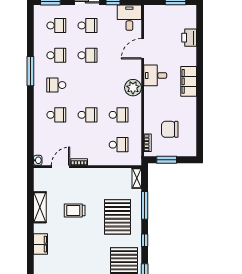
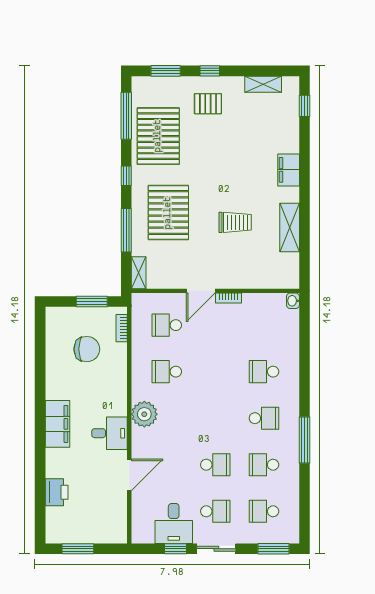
desk: (129, 18) -> (174, 523), moved
school desk: (87, 25) -> (215, 511), turned 180
school desk: (87, 55) -> (215, 465), turned 180
school desk: (87, 115) -> (215, 372), removed
door: (61, 167) -> (201, 291), moved

